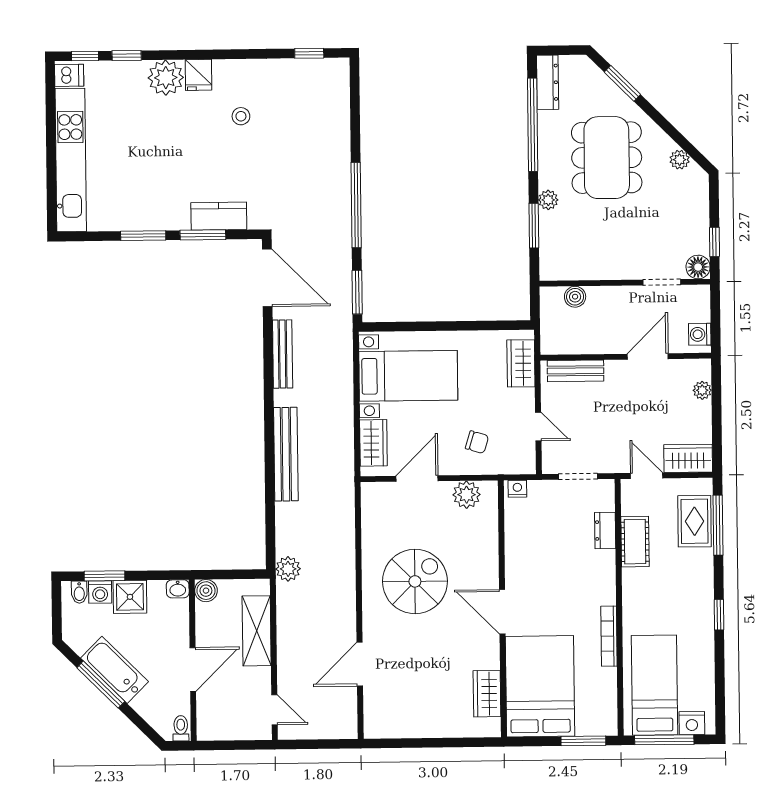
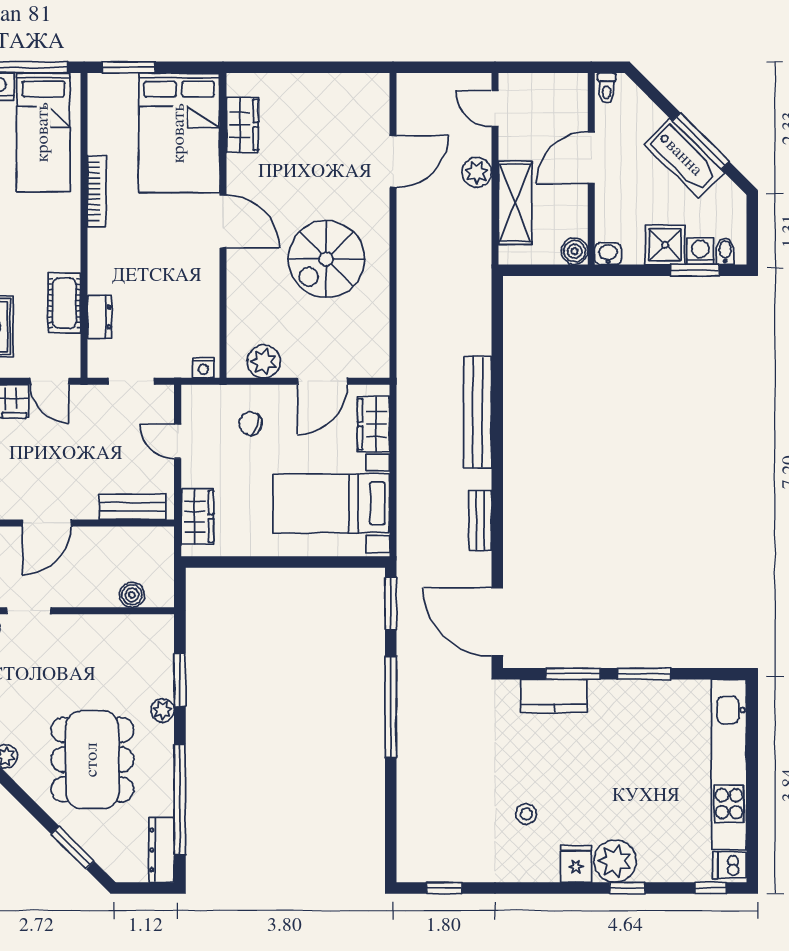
window: (127, 55) -> (627, 888), moved
bench: (283, 354) -> (480, 520), width x0.73
plant: (288, 569) -> (477, 173), moved

